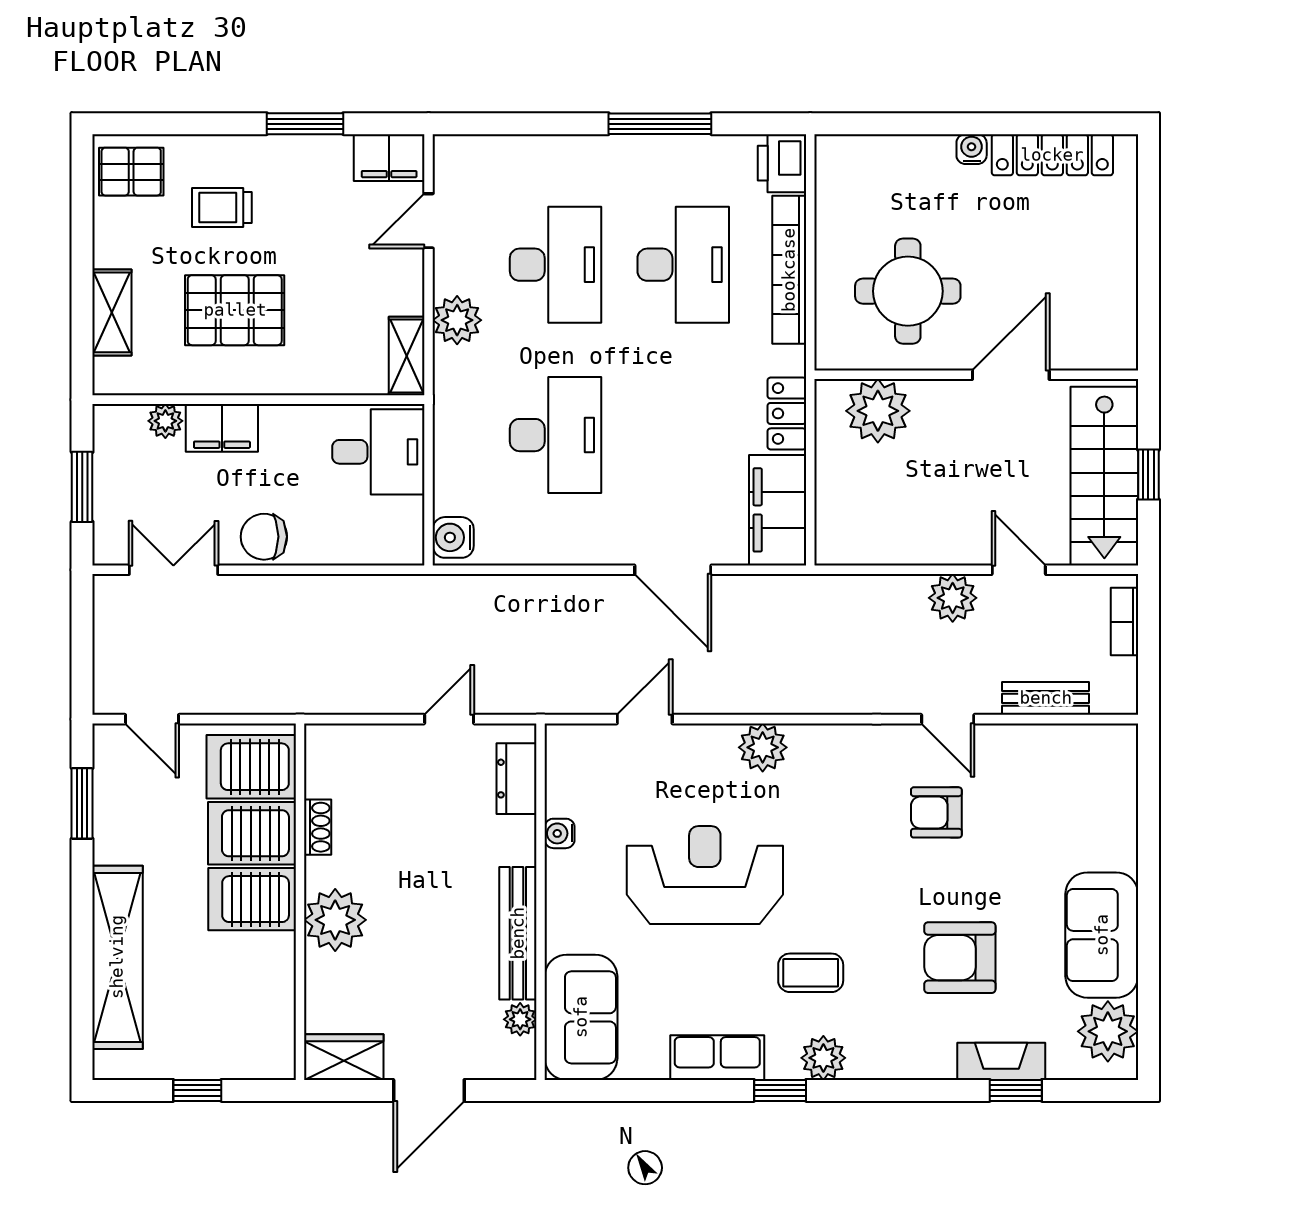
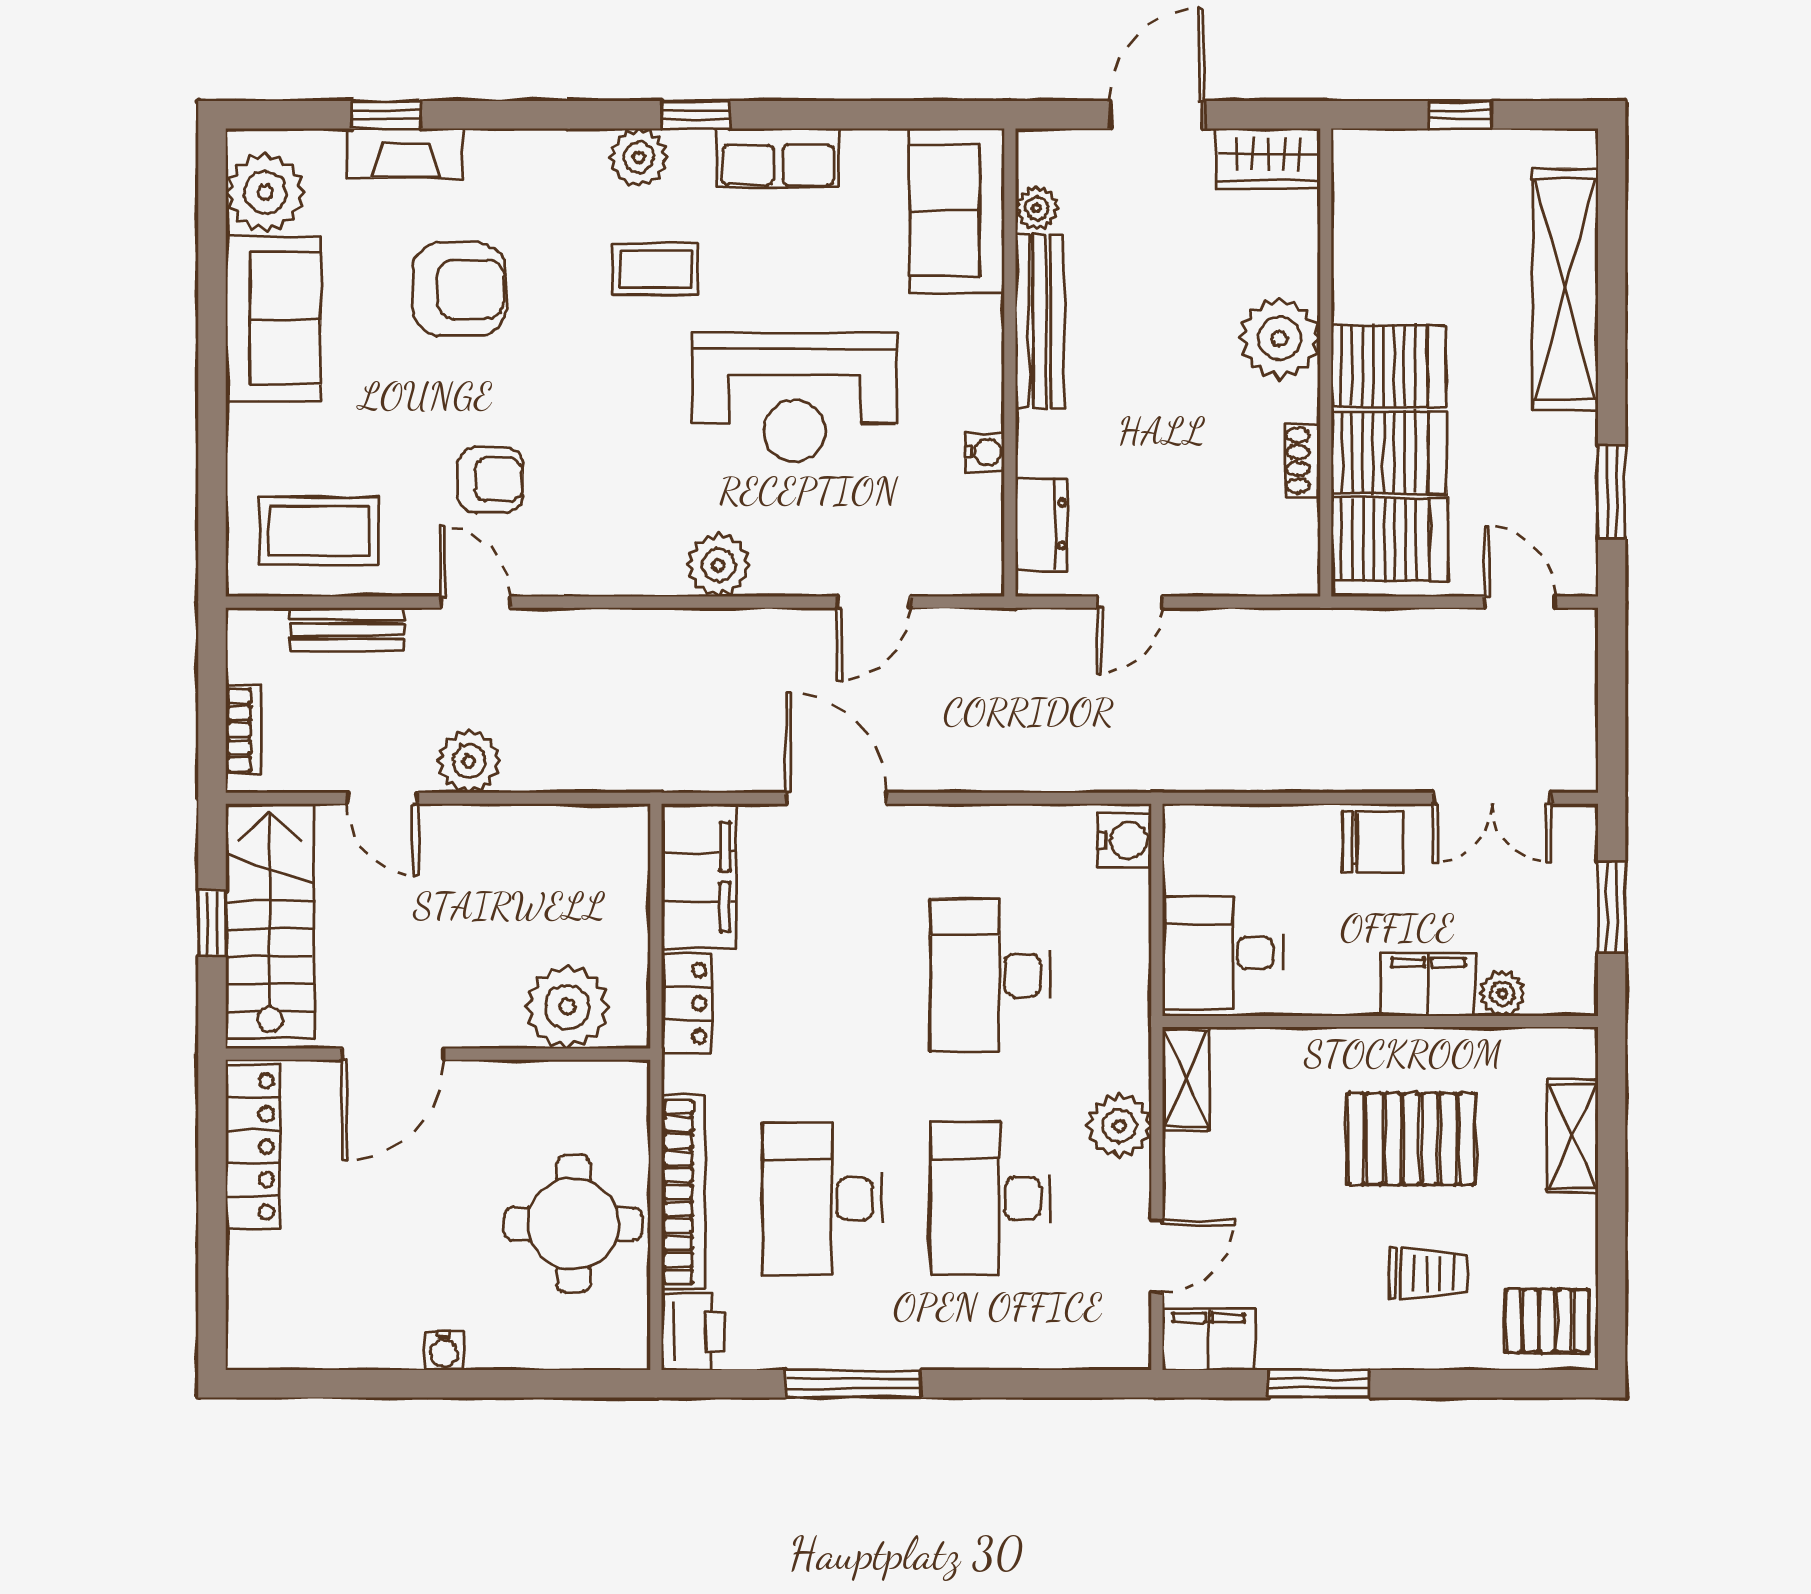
locker: (1052, 155) -> (253, 1147), moved, turned 90
round table: (908, 291) -> (573, 1224), moved
coffee table: (1067, 773) -> (319, 531), added

